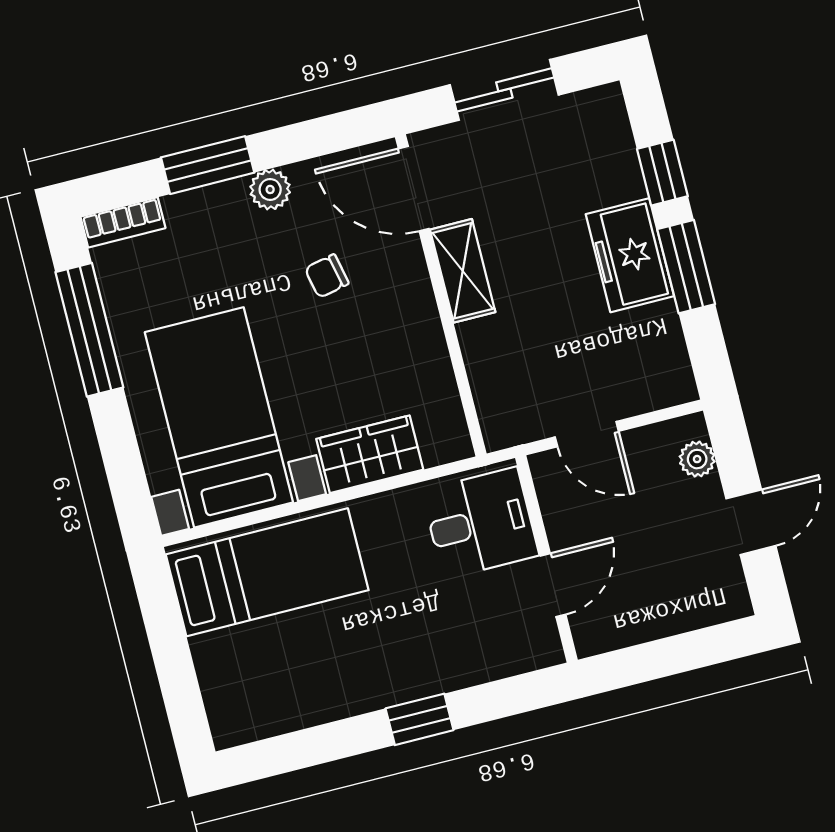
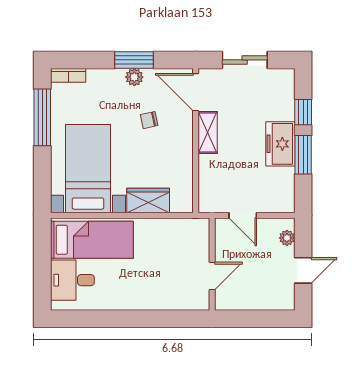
window: (208, 165) -> (134, 60), moved
desk: (480, 523) -> (72, 280), moved, turned 180
window: (420, 719) -> (141, 319), removed

